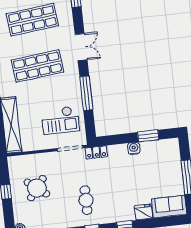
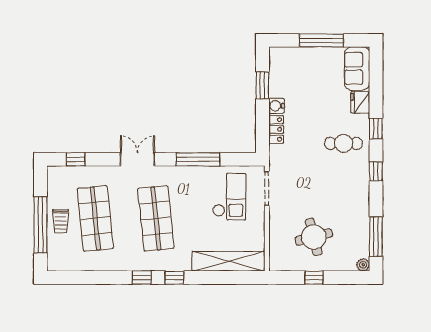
locker: (96, 152) -> (276, 129), moved
round table: (37, 188) -> (314, 237), turned 38
cafe table: (86, 200) -> (344, 143), moved

